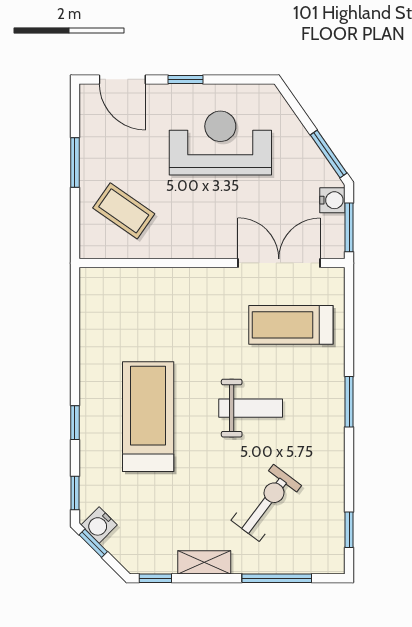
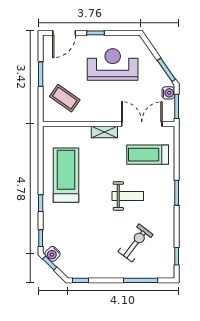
door: (122, 79) -> (64, 33), hinge flipped
treadmill: (148, 417) -> (66, 175), moved
shelving: (204, 562) -> (104, 132), moved

